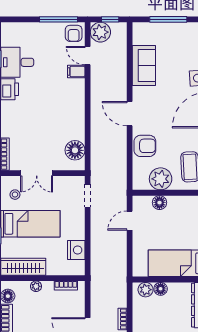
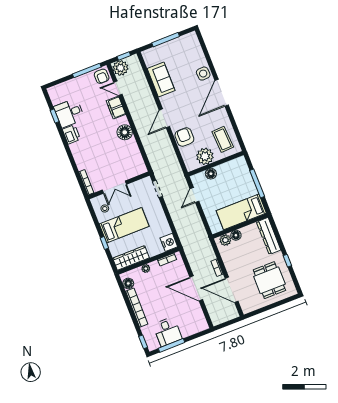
filing cabinet: (76, 71) -> (116, 108), width x2.00
door: (130, 114) -> (164, 118), hinge flipped
armchair: (145, 146) -> (184, 137), turned -90
floor lamp: (75, 150) -> (125, 132), moved
nightstand: (76, 250) -> (169, 242), moved

